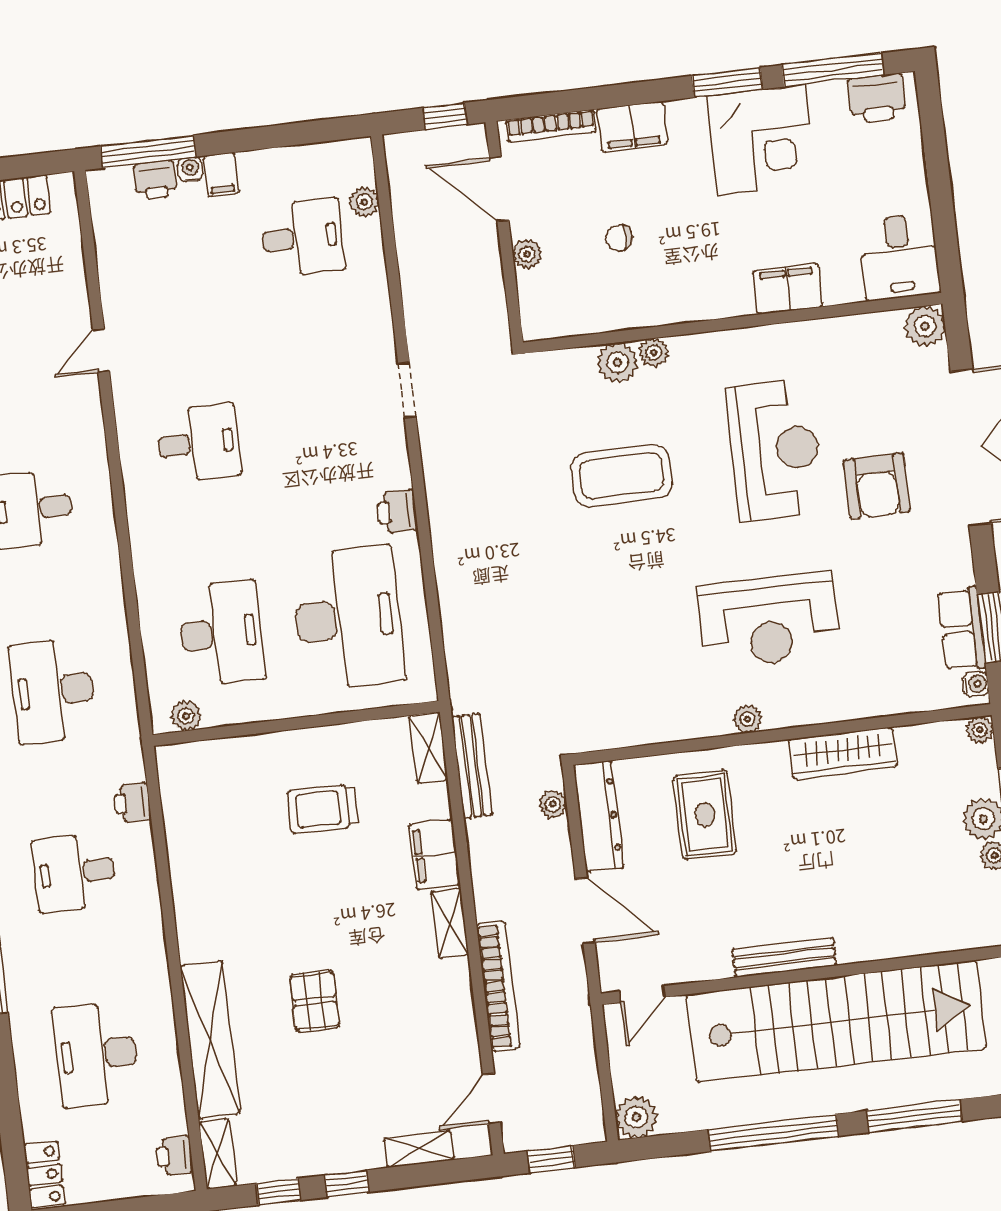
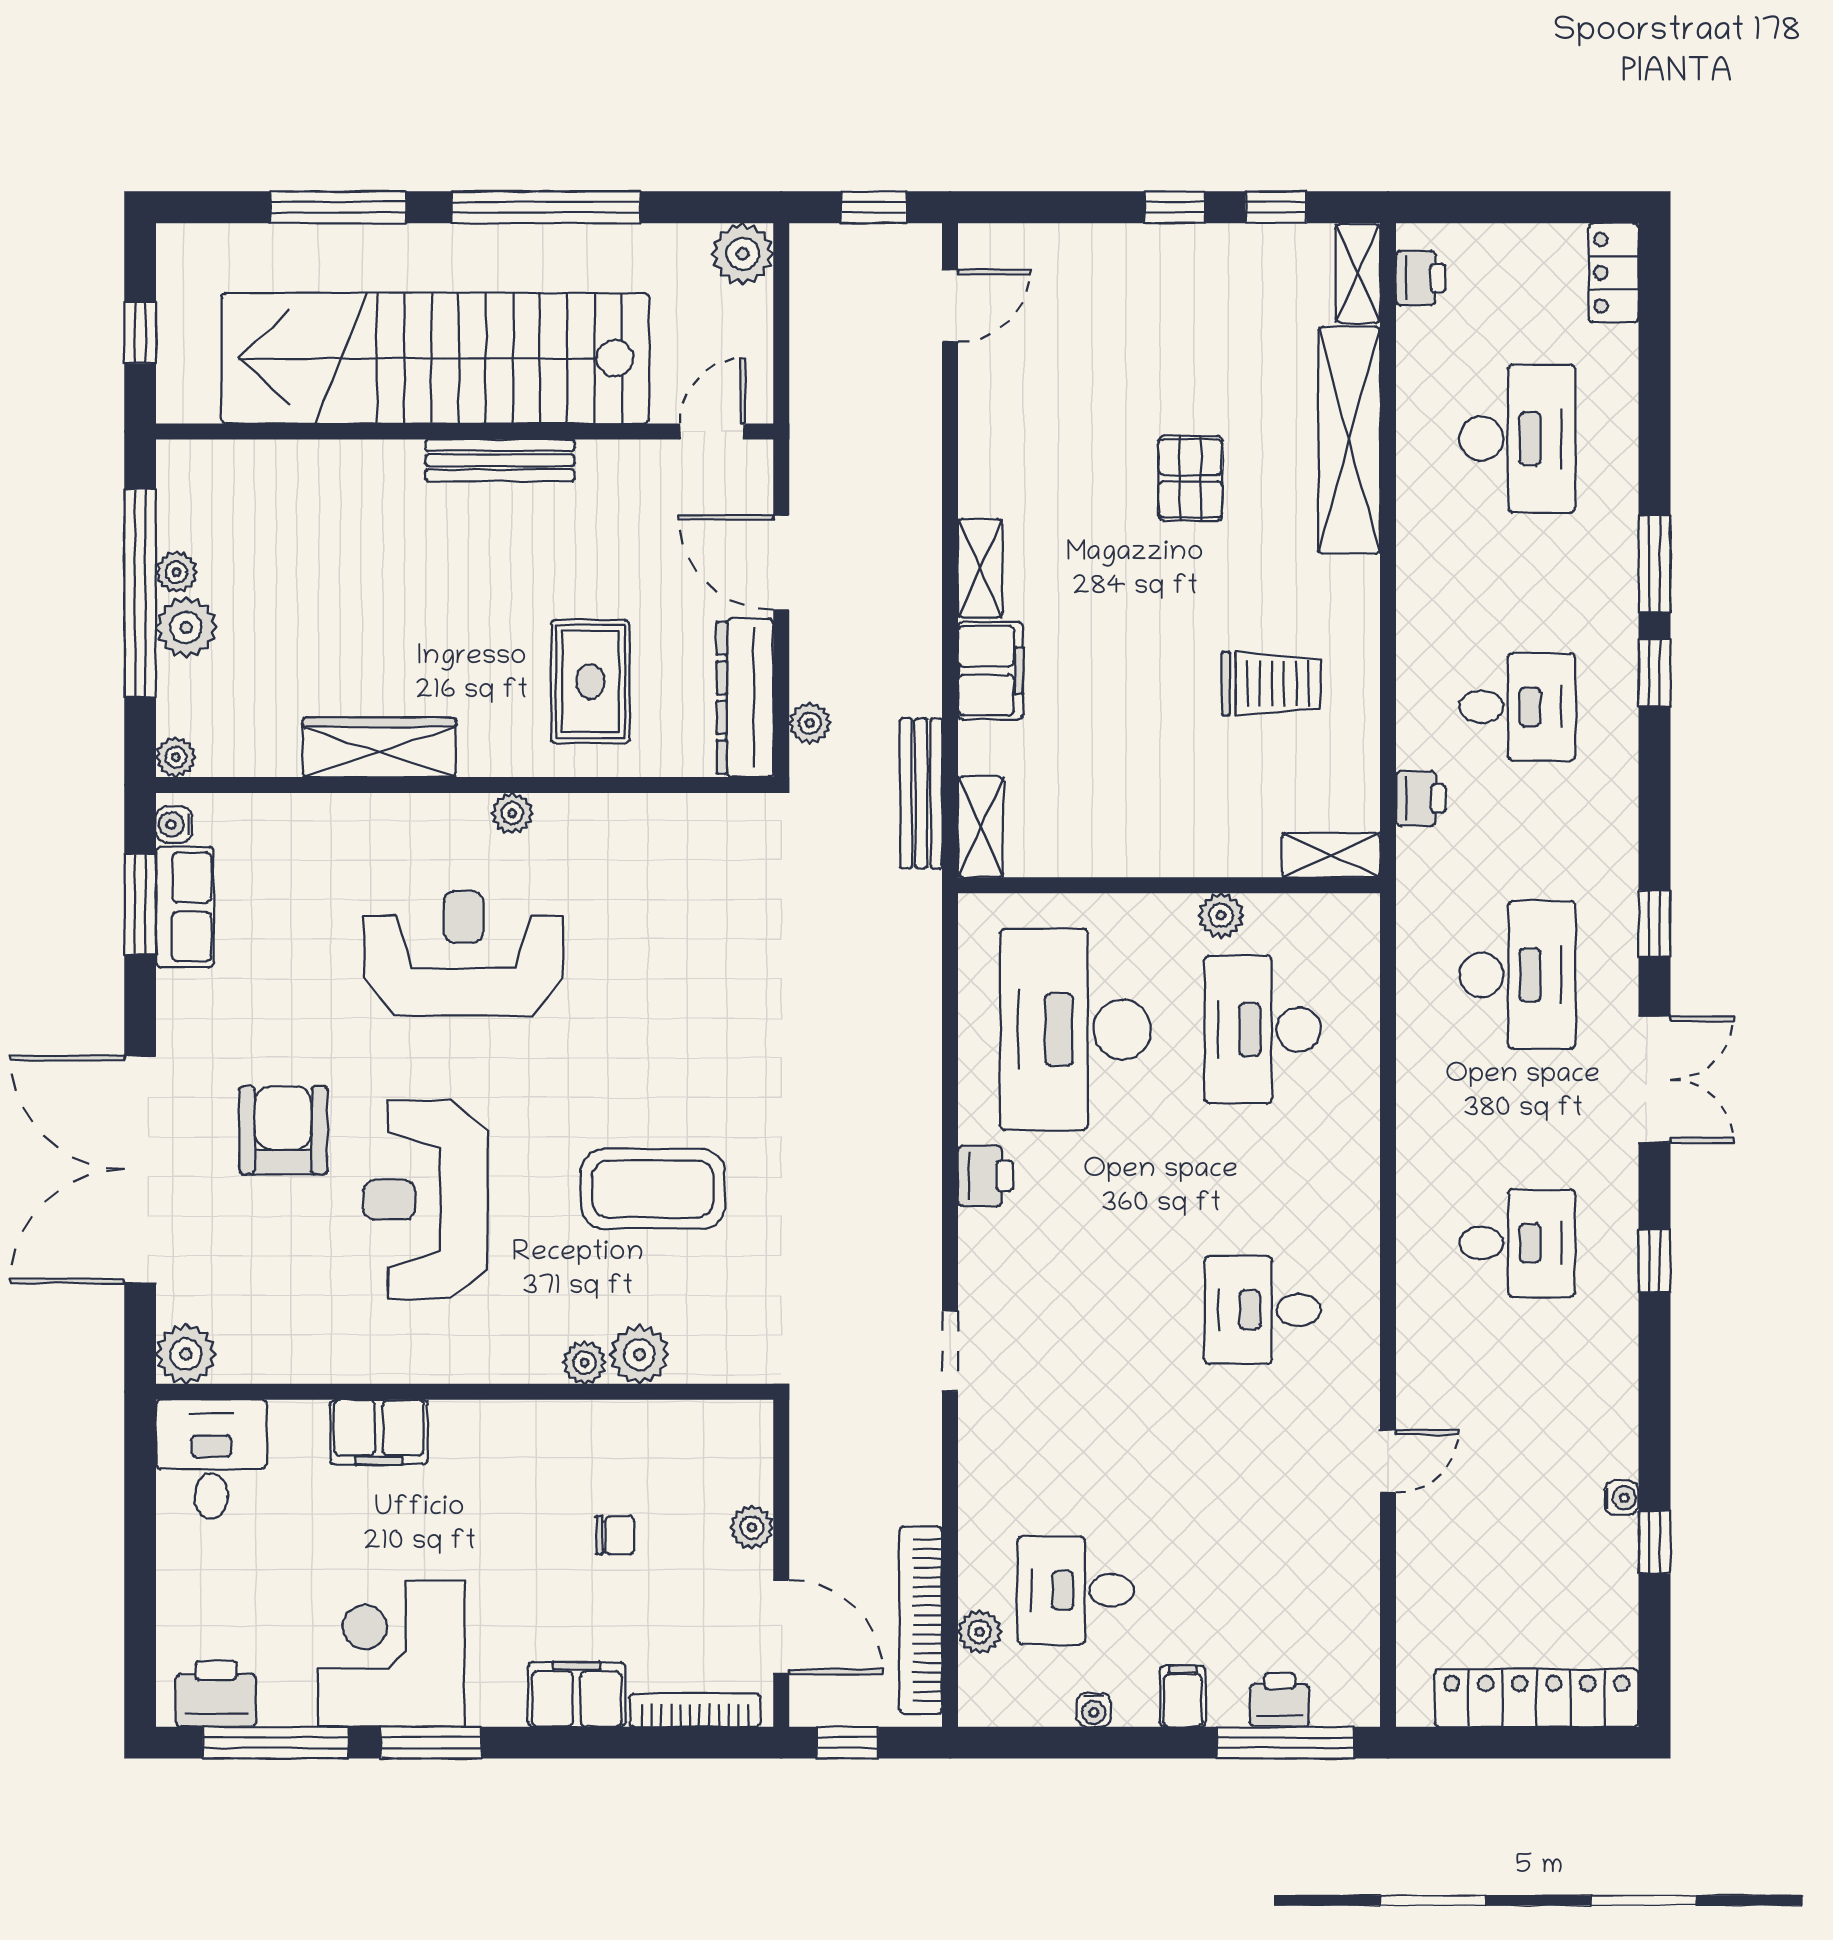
water cooler: (190, 169) -> (1094, 1710), moved
plant: (186, 716) -> (1221, 915), moved
trolley: (323, 809) -> (1271, 684), moved
bookcase: (498, 986) -> (921, 1620), moved
shelving: (419, 1149) -> (1331, 855), moved

